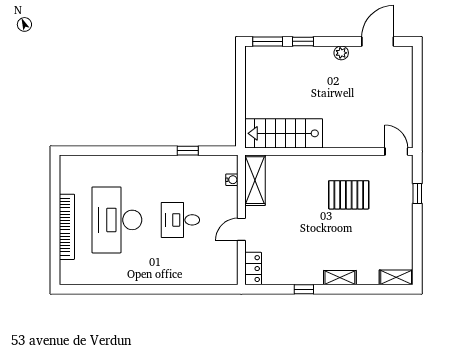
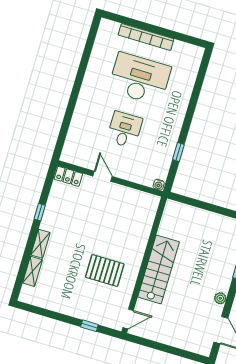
stairs: (284, 133) -> (159, 269), moved
water cooler: (232, 180) -> (159, 185), moved
shelving: (255, 180) -> (139, 199), removed
pallet: (349, 195) -> (105, 271), turned 90
shelving: (396, 277) -> (32, 271), moved

